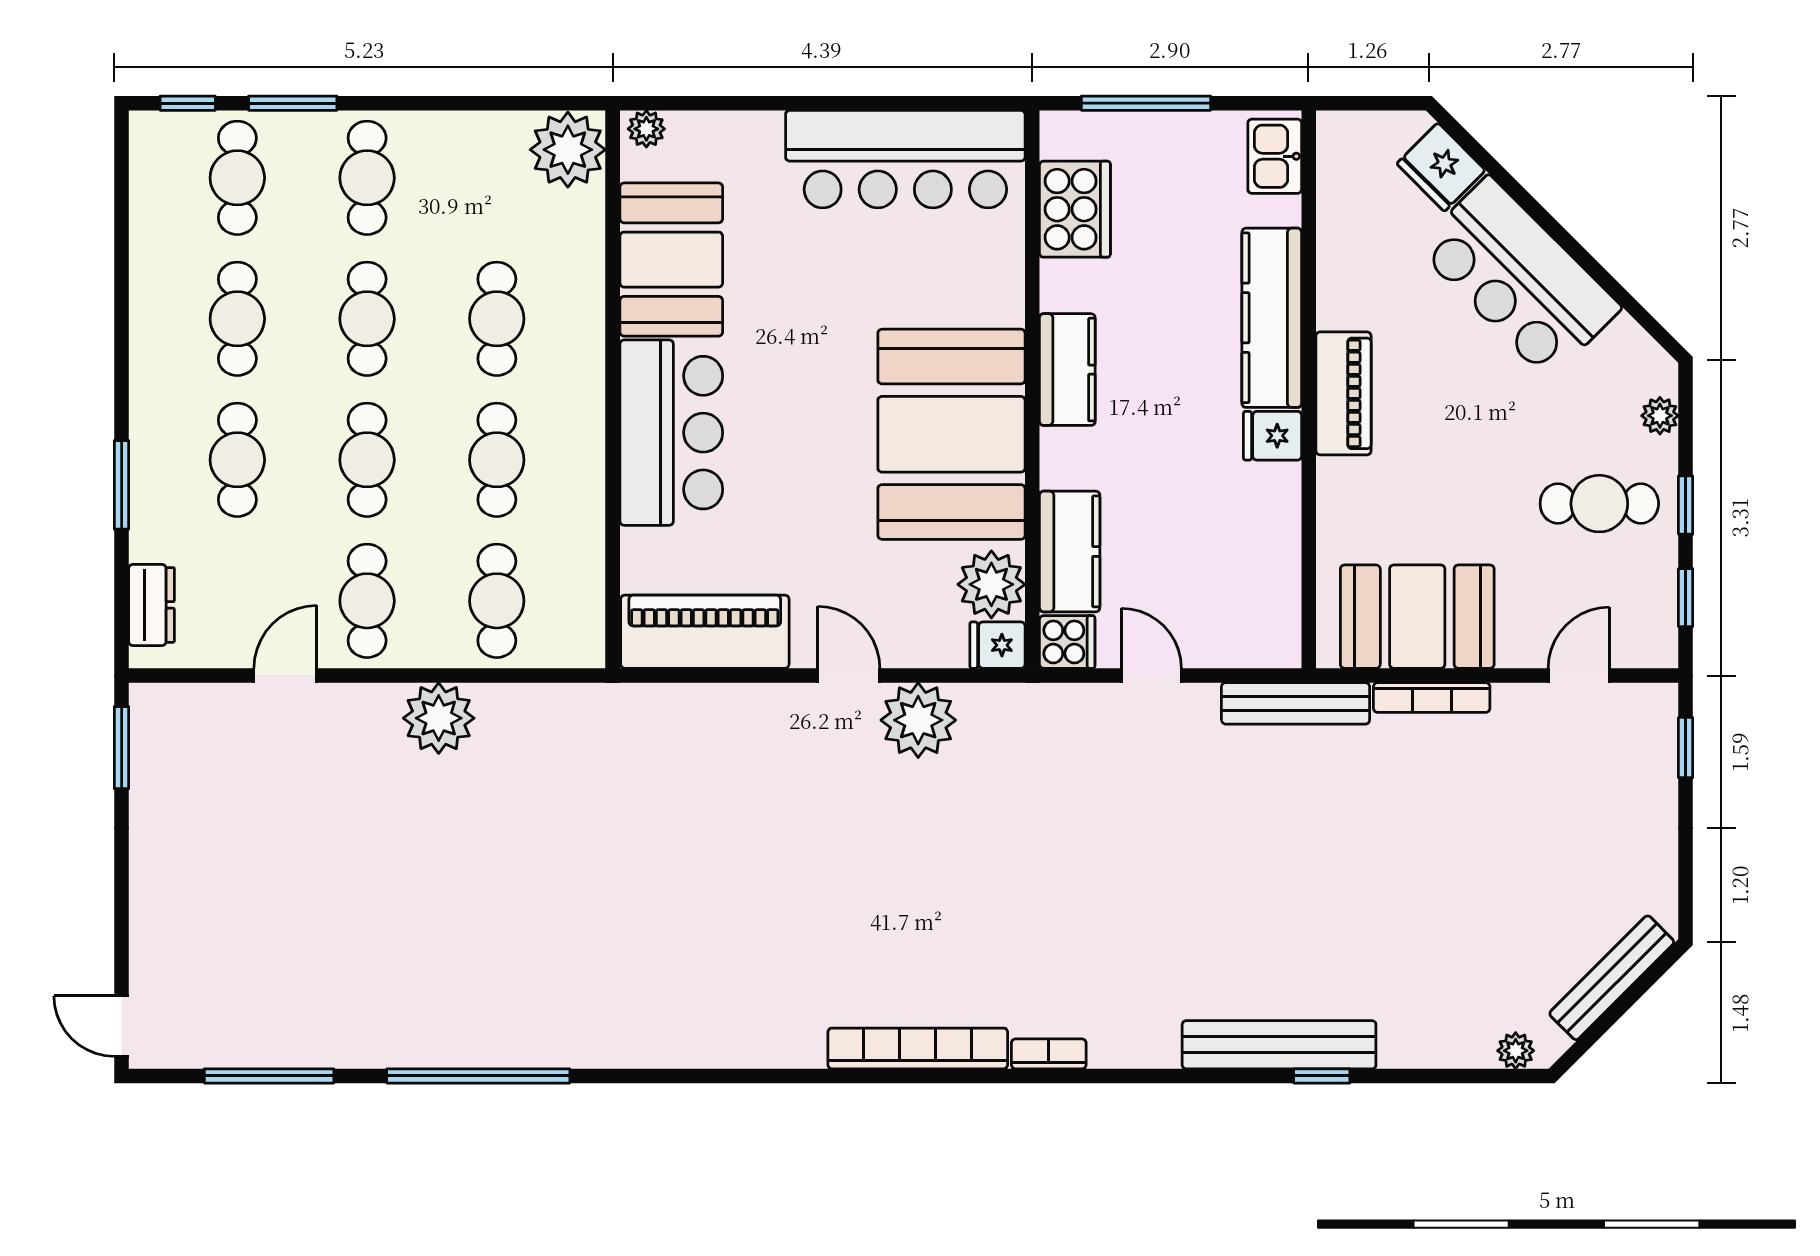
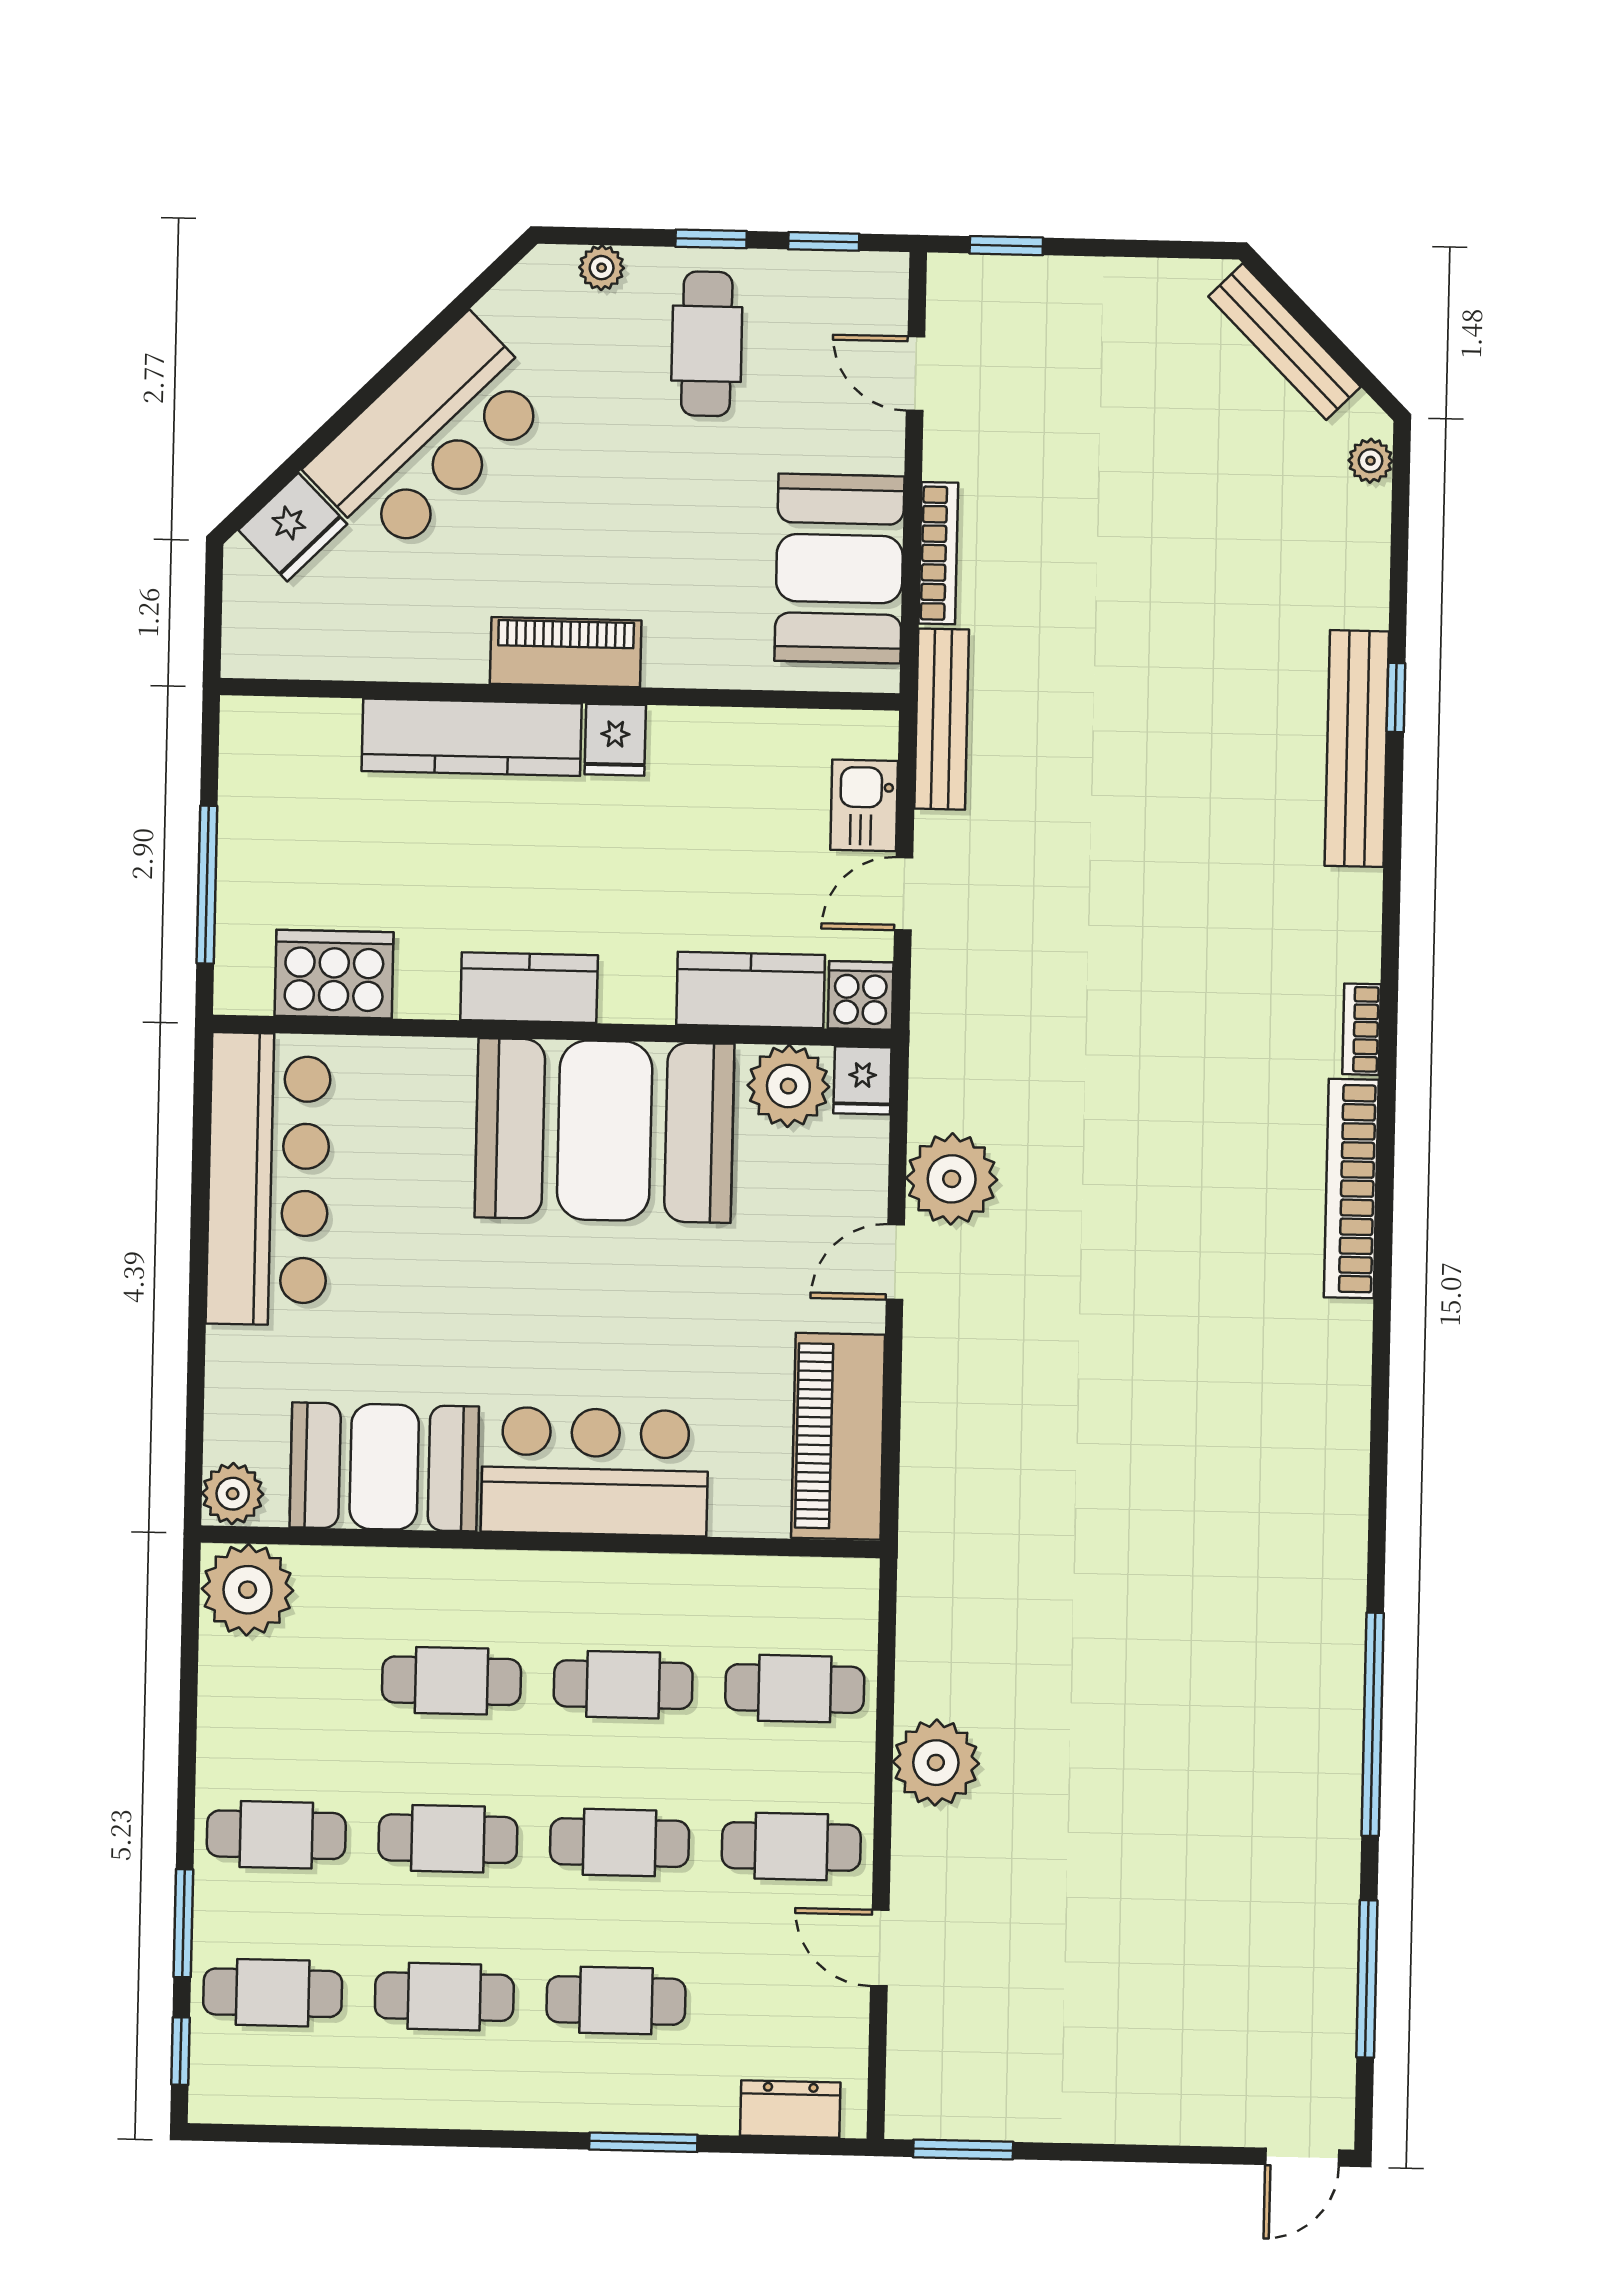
plant: (646, 129) -> (233, 1494), width x1.38, depth x1.38
kitchen sink: (1275, 156) -> (864, 805), moved, turned 90

